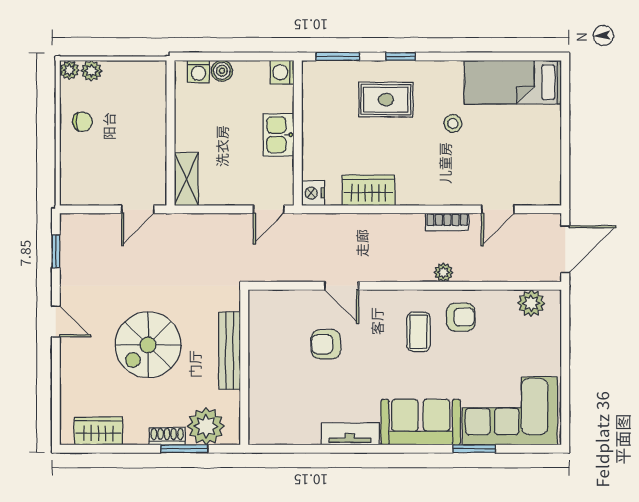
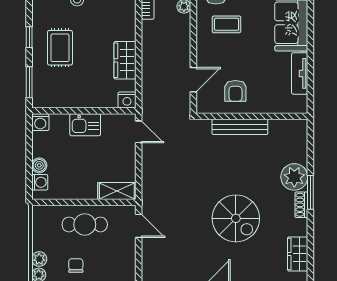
cafe table: (140, 134) -> (85, 224), added
bench: (230, 351) -> (240, 127), moved
wall: (244, 367) -> (252, 116), moved

